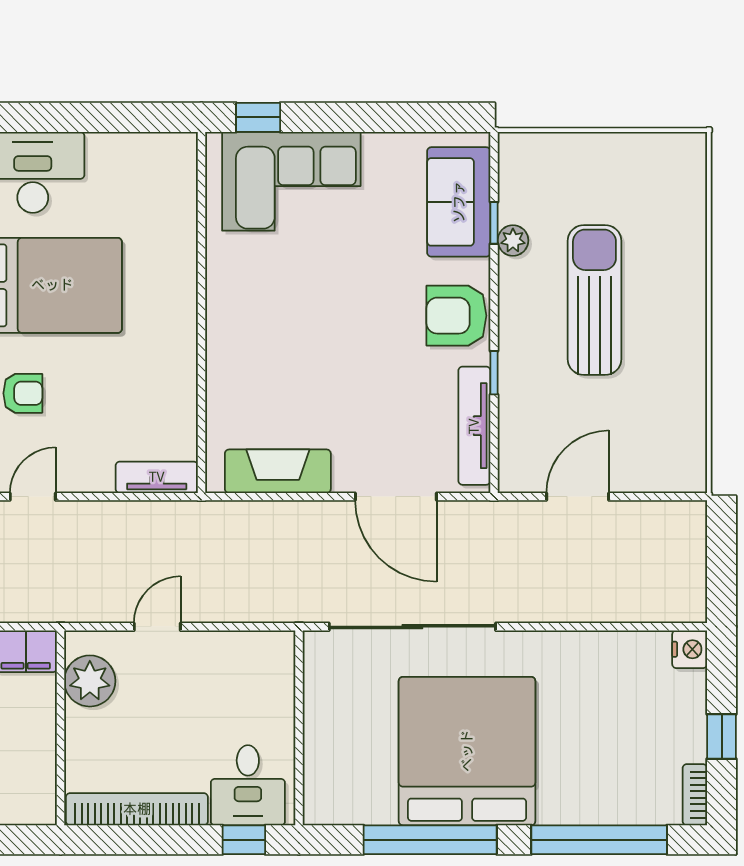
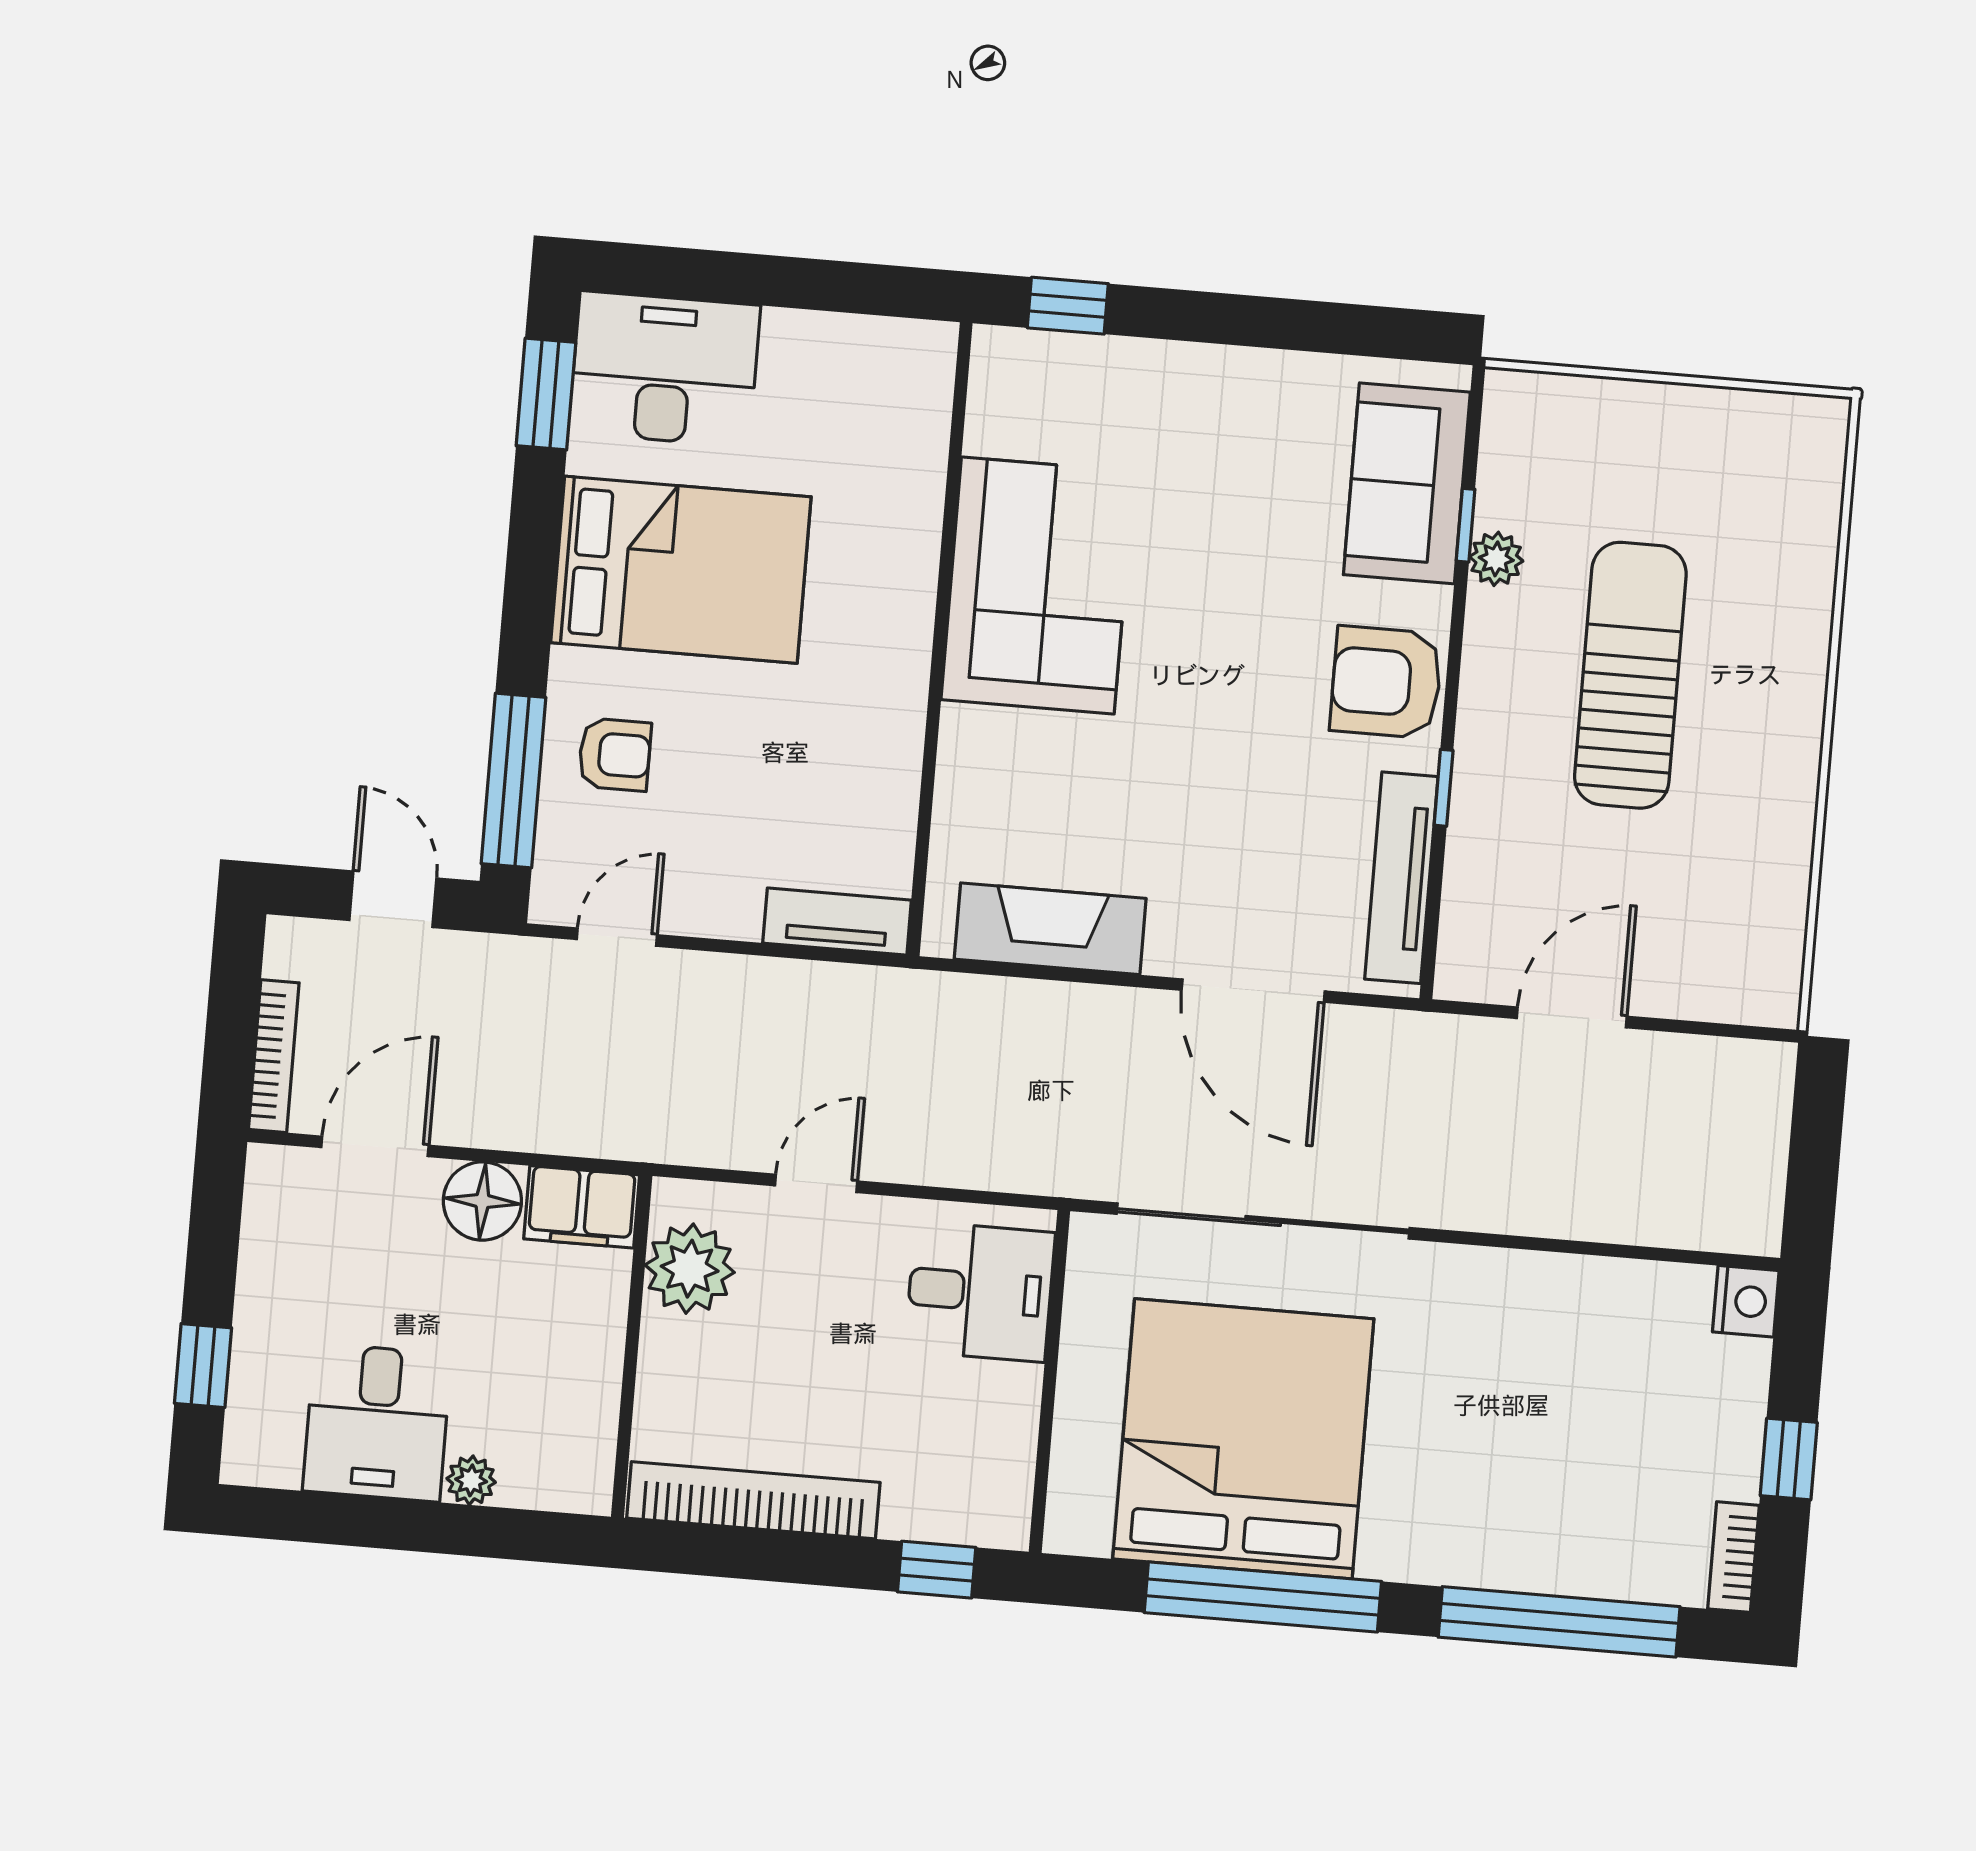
corner sofa: (291, 181) -> (1038, 585), moved, turned -90
bed: (467, 751) -> (1243, 1439), moved
desk: (248, 785) -> (980, 1292), moved, turned -90

